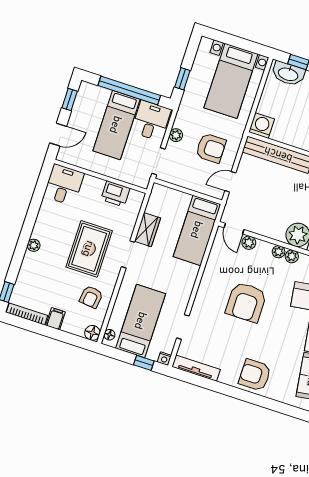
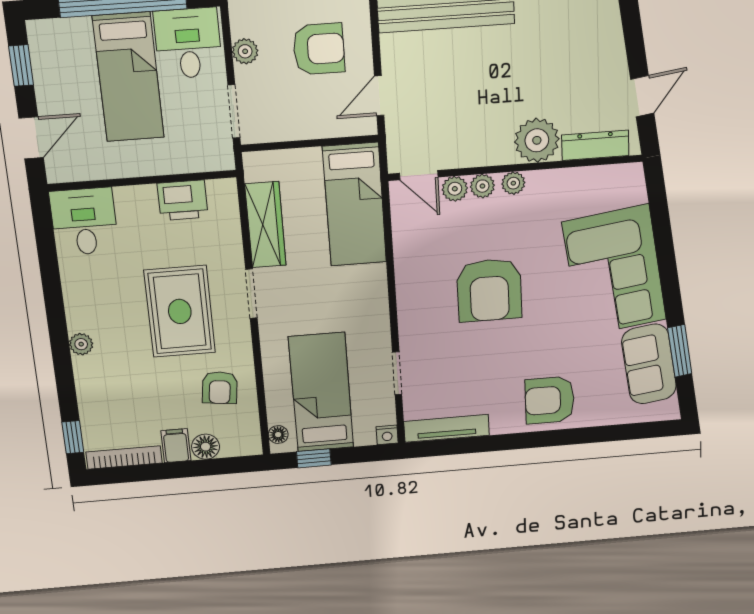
wardrobe: (147, 230) -> (265, 225), width x1.50
plant: (292, 256) -> (482, 186), moved
floor lamp: (92, 333) -> (206, 447), moved
window: (144, 363) -> (314, 458), moved

